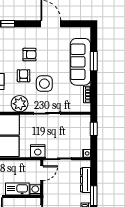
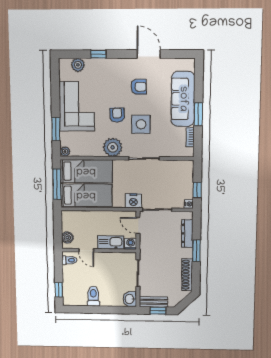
armchair: (29, 55) -> (139, 87), moved
window: (94, 61) -> (198, 114), moved
window: (94, 129) -> (197, 190), moved
door: (42, 173) -> (138, 226), swing flipped

